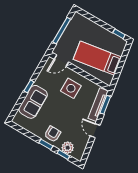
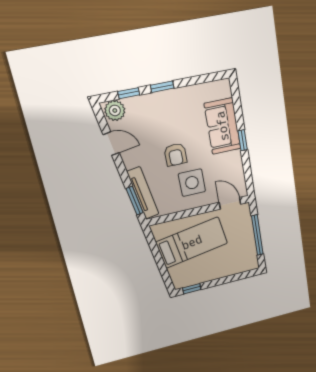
door: (61, 61) -> (230, 203), hinge flipped
door: (95, 131) -> (111, 144), moved
armchair: (53, 134) -> (175, 155), moved
plant: (68, 148) -> (115, 110), moved

